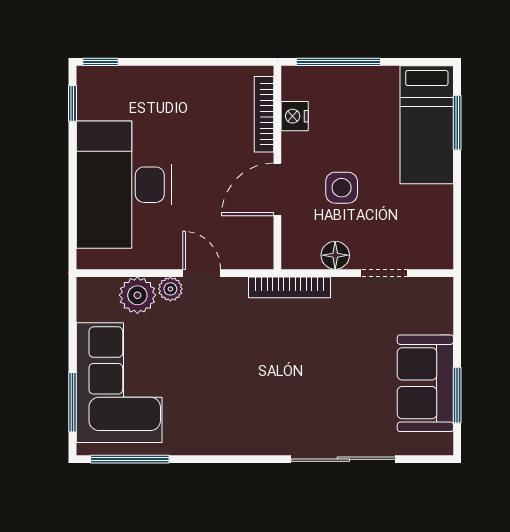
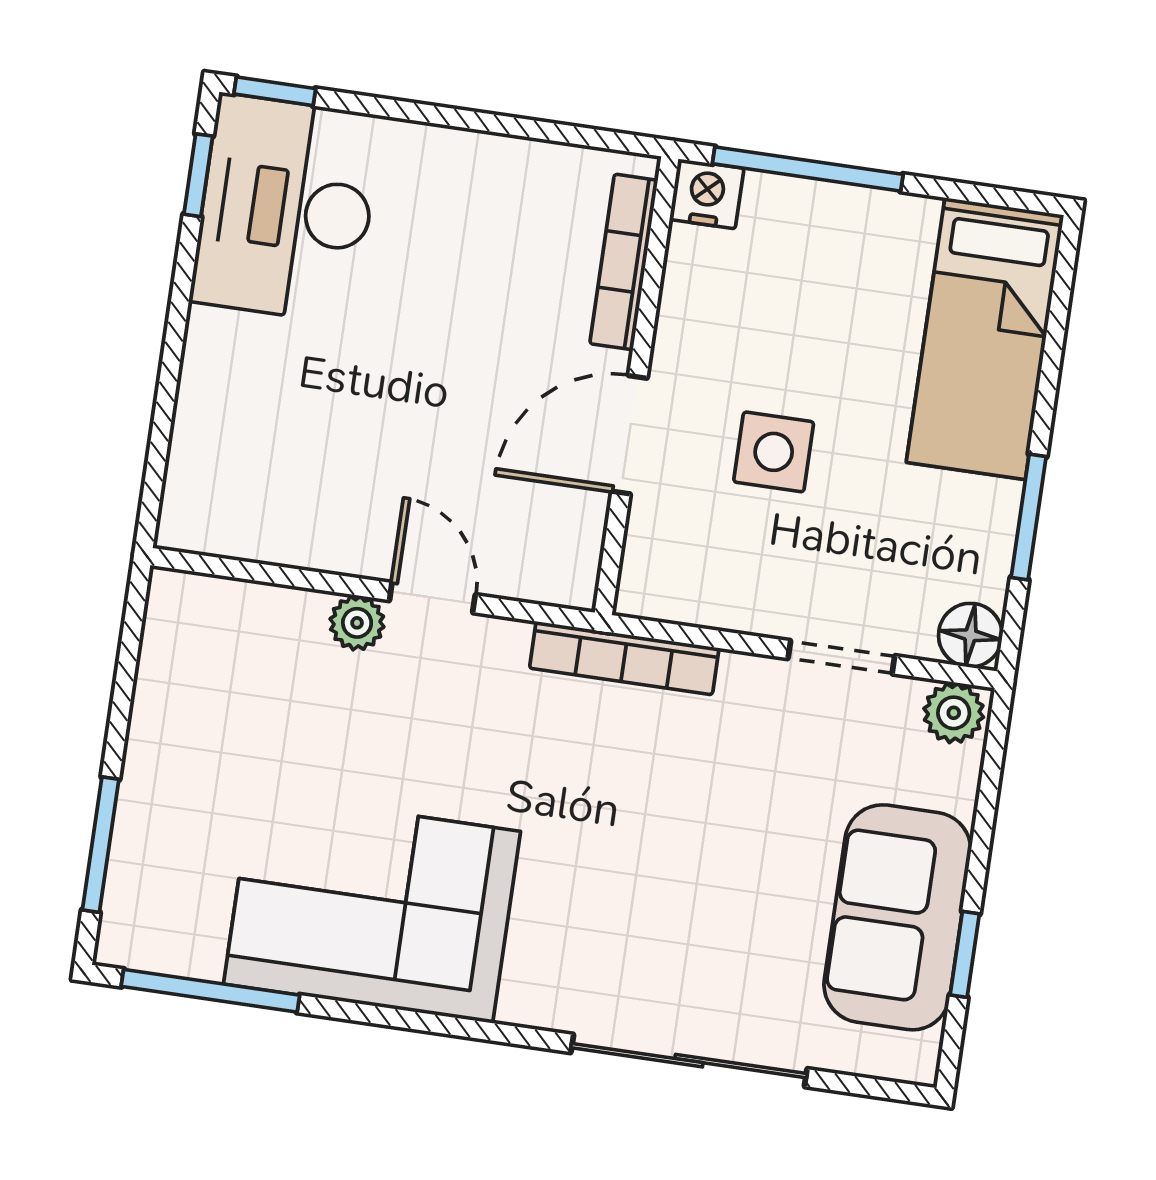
nightstand: (295, 116) -> (707, 194), moved, turned 90
window: (457, 123) -> (1029, 517), moved
desk: (124, 185) -> (286, 209), moved, width x0.73, depth x0.77
floor lamp: (335, 255) -> (970, 635), moved
plant: (137, 295) -> (954, 713), moved, width x0.73, depth x0.73
corner sofa: (119, 383) -> (372, 908), moved, turned -90
window: (457, 395) -> (965, 954), width x0.67

